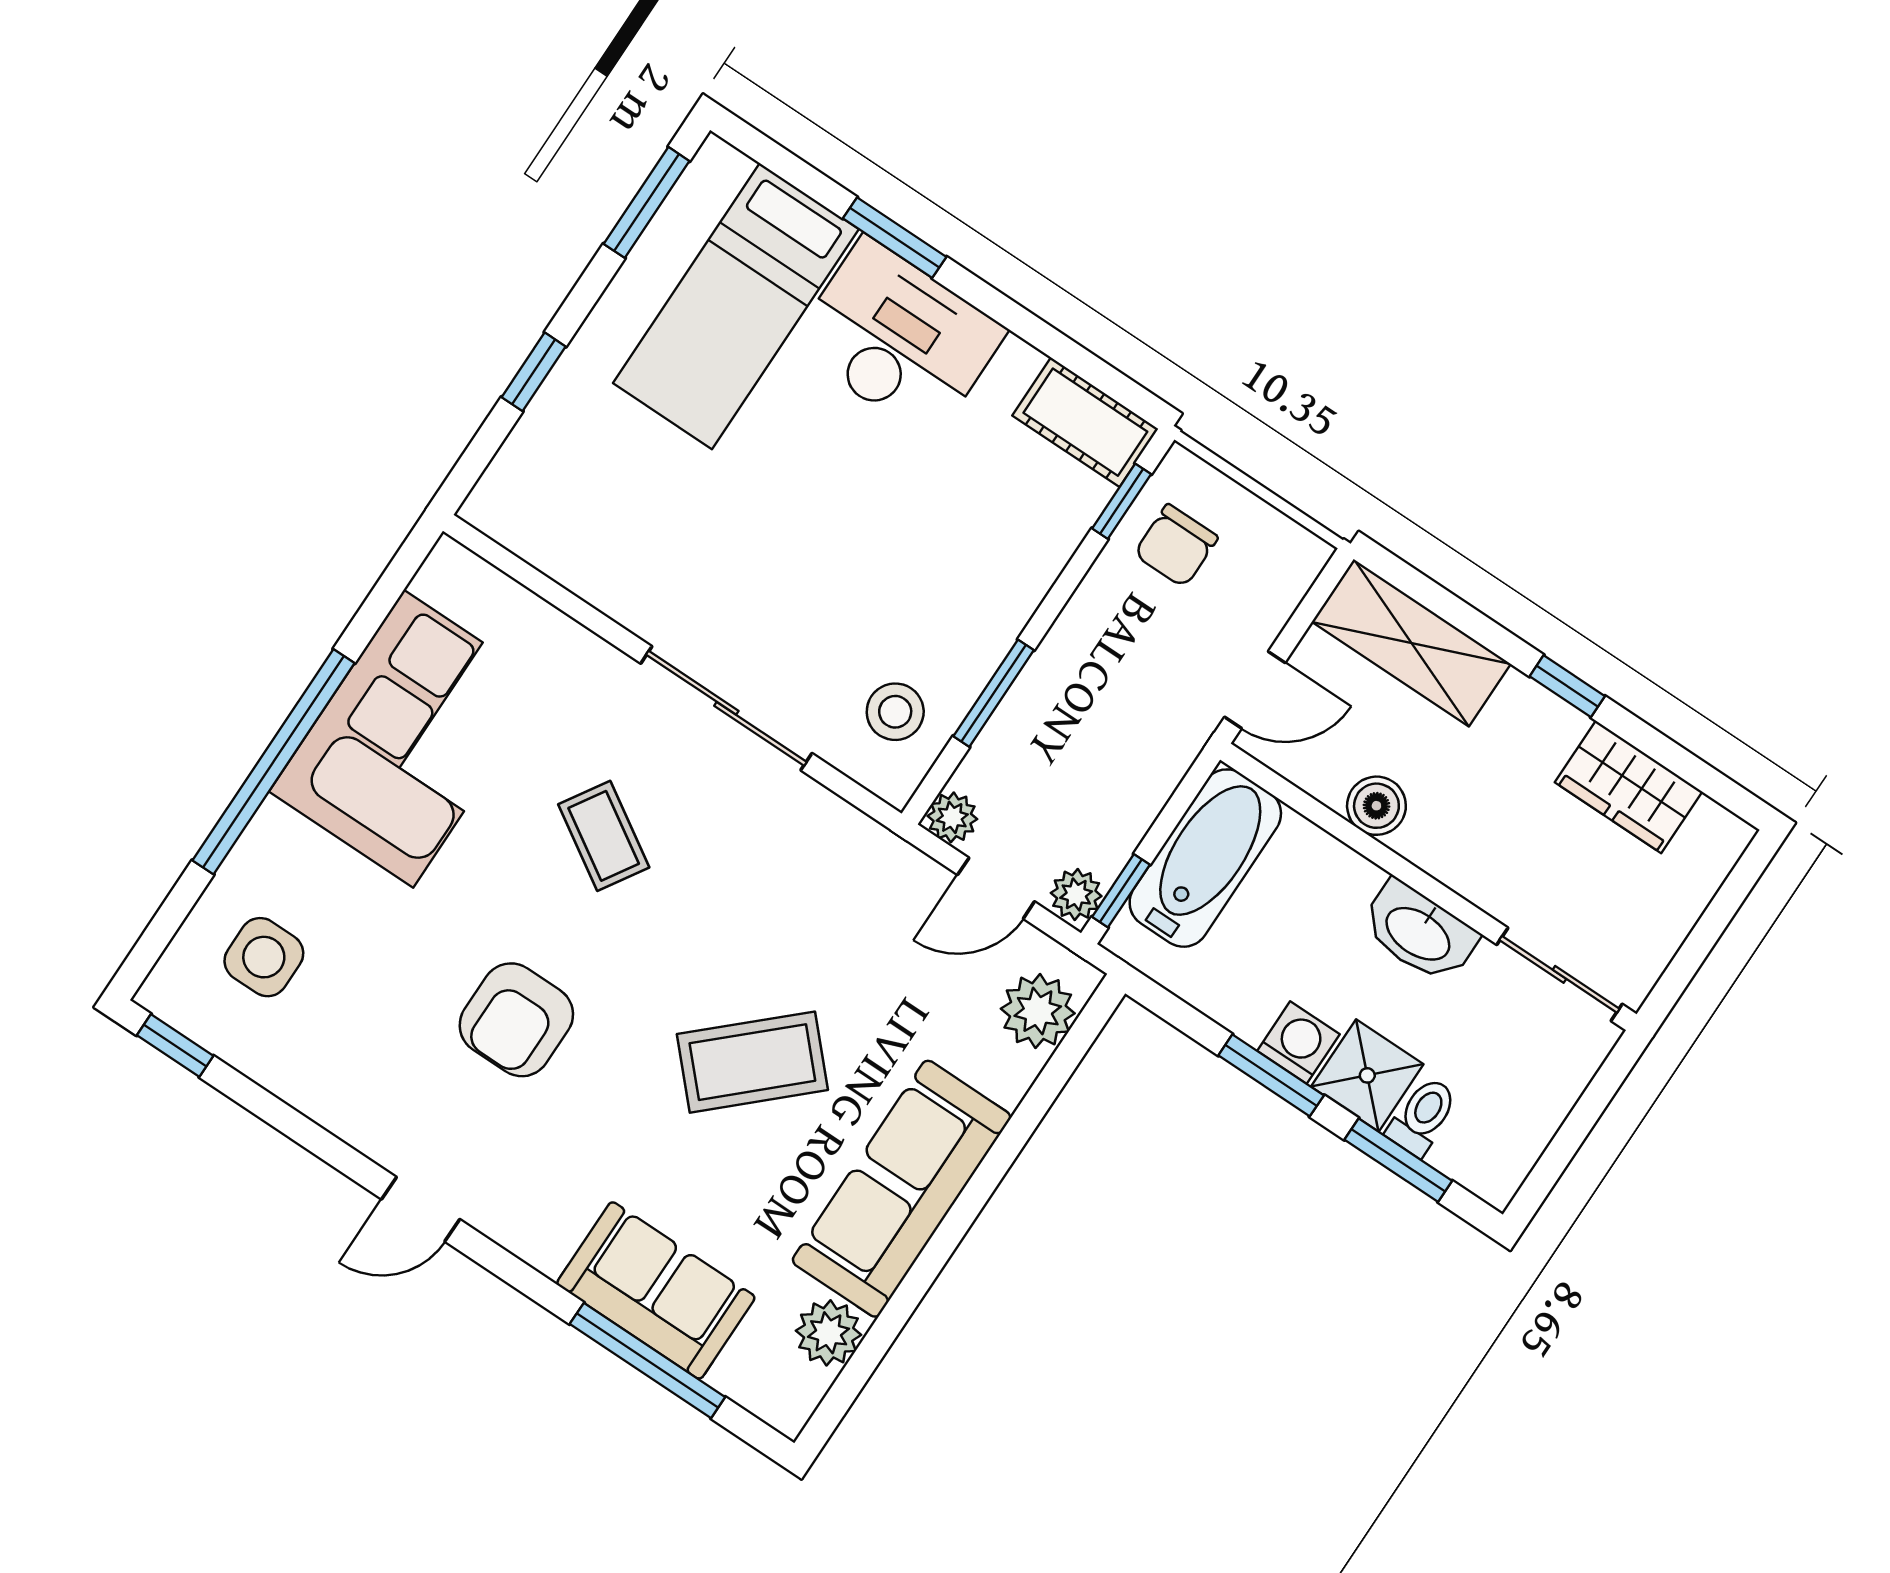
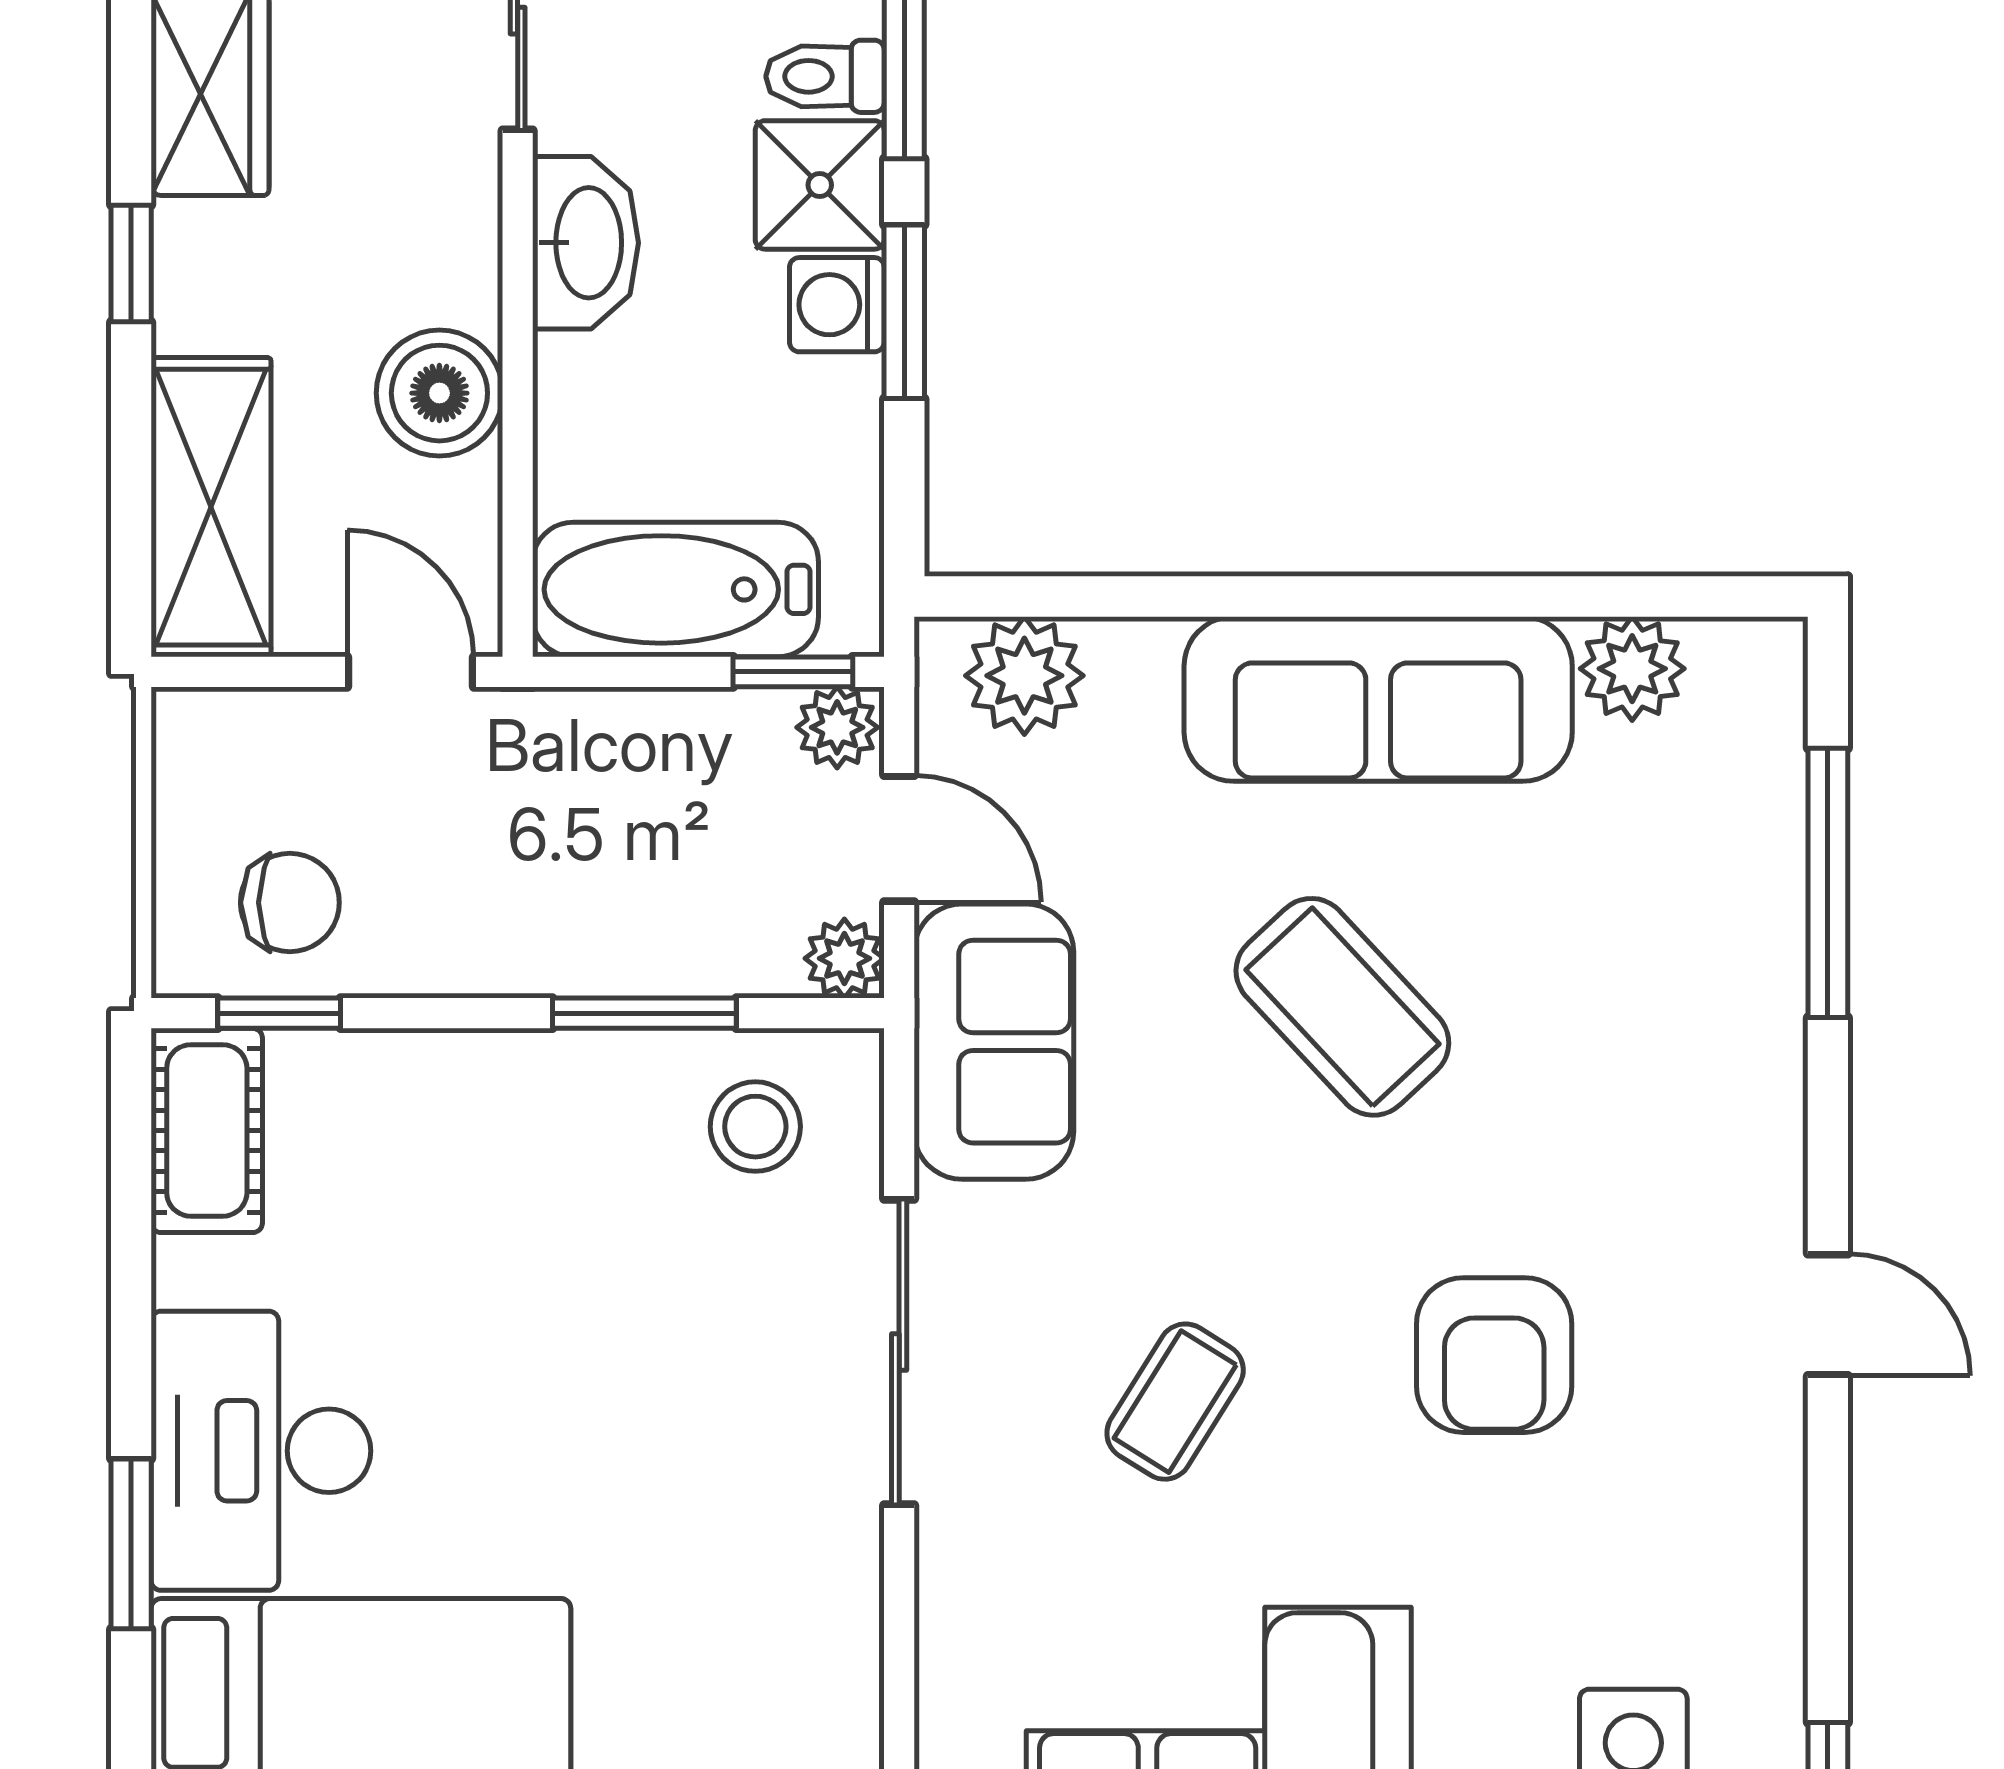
boiler: (1376, 806) -> (439, 393), width x1.36, depth x1.36
armchair: (516, 1020) -> (1494, 1355), turned 90
sofa: (656, 1290) -> (994, 1042), moved, turned 180

